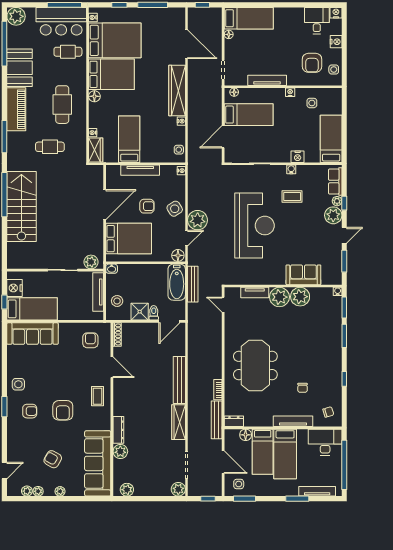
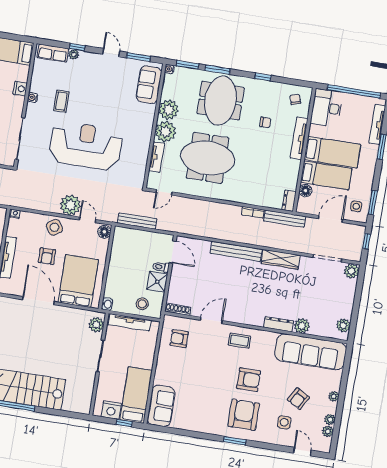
armchair: (147, 206) -> (47, 256), turned 180
plant: (333, 215) -> (88, 61), removed
sofa: (303, 275) -> (149, 85), moved
bathtub: (177, 282) -> (132, 238), removed
sofa: (32, 334) -> (161, 406), width x0.73
meeting table: (316, 343) -> (221, 101), added
meeting table: (255, 365) -> (208, 158), moved
side table: (18, 384) -> (284, 422), moved
armchair: (30, 411) -> (244, 415), width x1.88, depth x1.88

